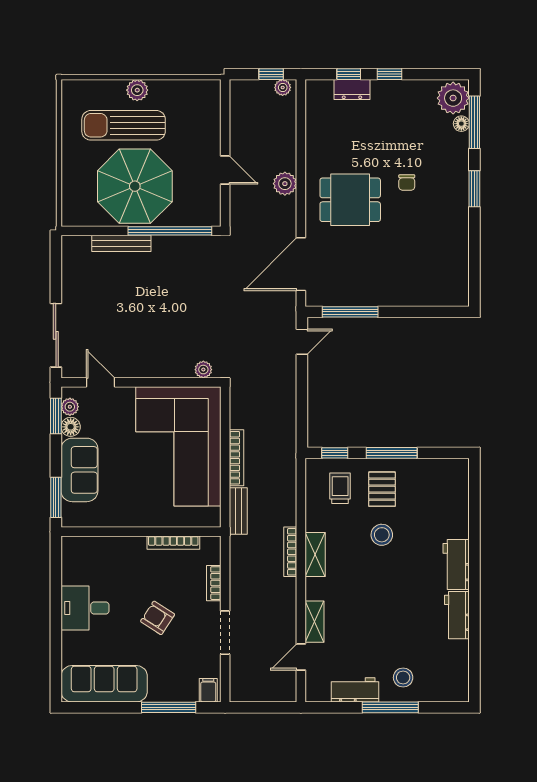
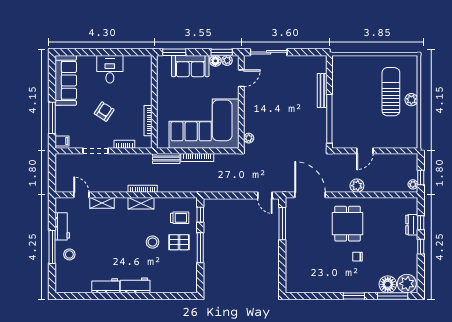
floor lamp: (461, 124) -> (388, 284), width x1.89, depth x1.89
parasol: (135, 186) -> (355, 98), removed

